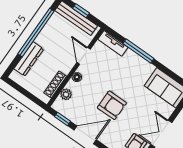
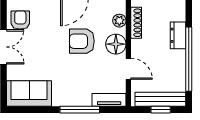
dresser: (29, 59) -> (178, 35), width x0.70
floor lamp: (77, 77) -> (116, 44), width x1.89, depth x1.89
armchair: (112, 105) -> (82, 41), moved

